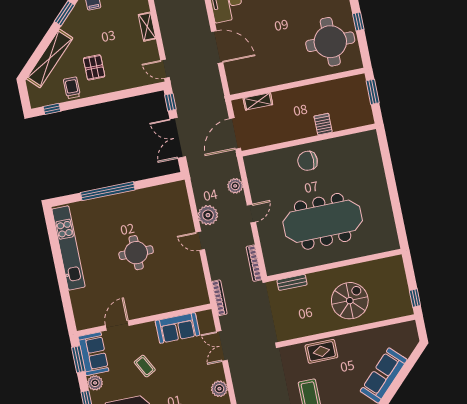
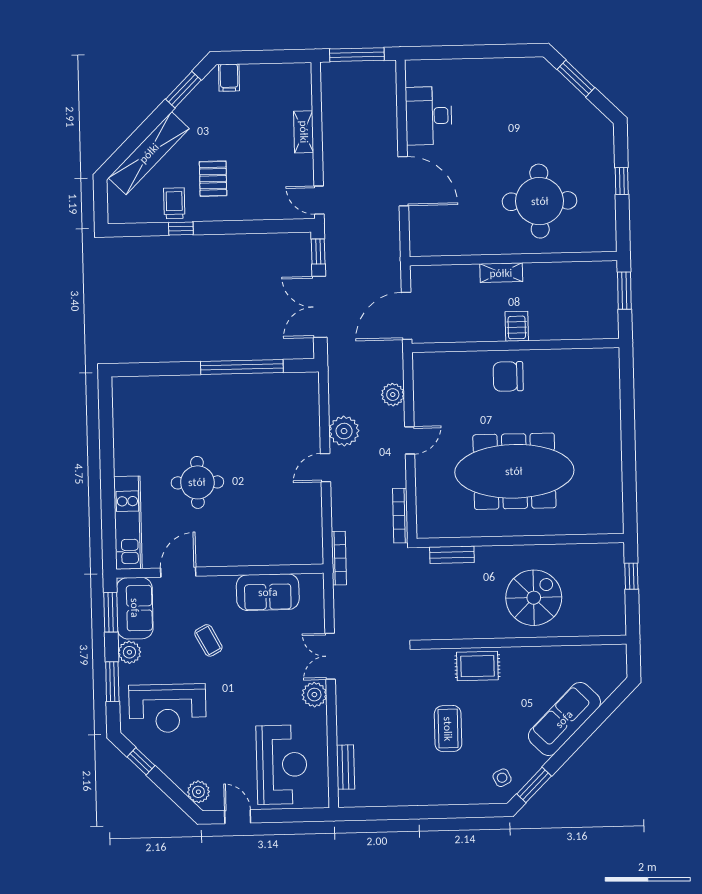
round table: (330, 42) -> (540, 201), moved
shelving: (258, 101) -> (501, 273), moved
window: (52, 109) -> (181, 229), moved
server rack: (323, 124) -> (517, 326), moved
window: (108, 191) -> (242, 367), moved
door: (200, 241) -> (326, 468), hinge flipped
kitchen unit: (68, 248) -> (128, 523), moved, width x0.73
round table: (136, 253) -> (197, 482), moved
window: (415, 298) -> (631, 576), moved
double door: (222, 346) -> (330, 656), moved

